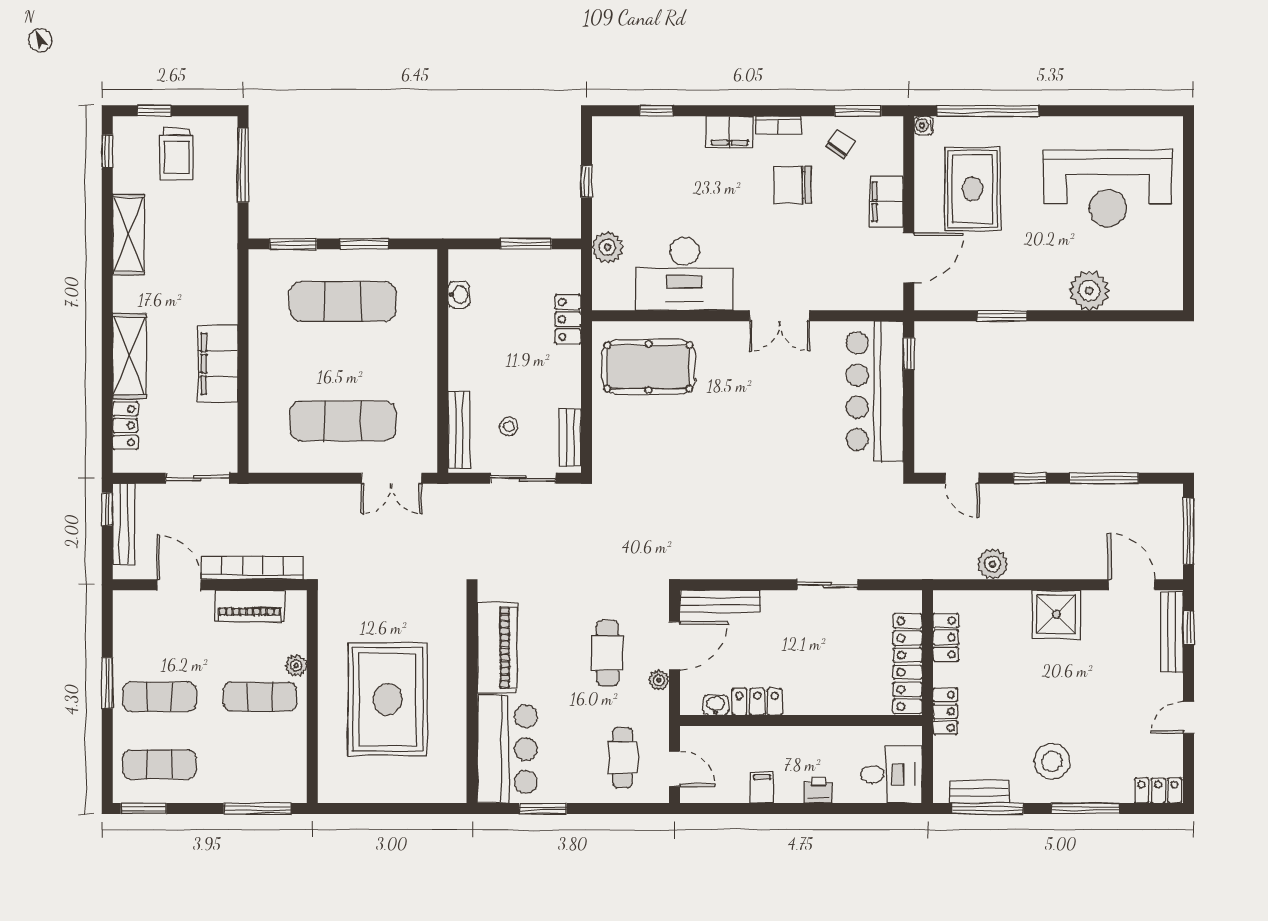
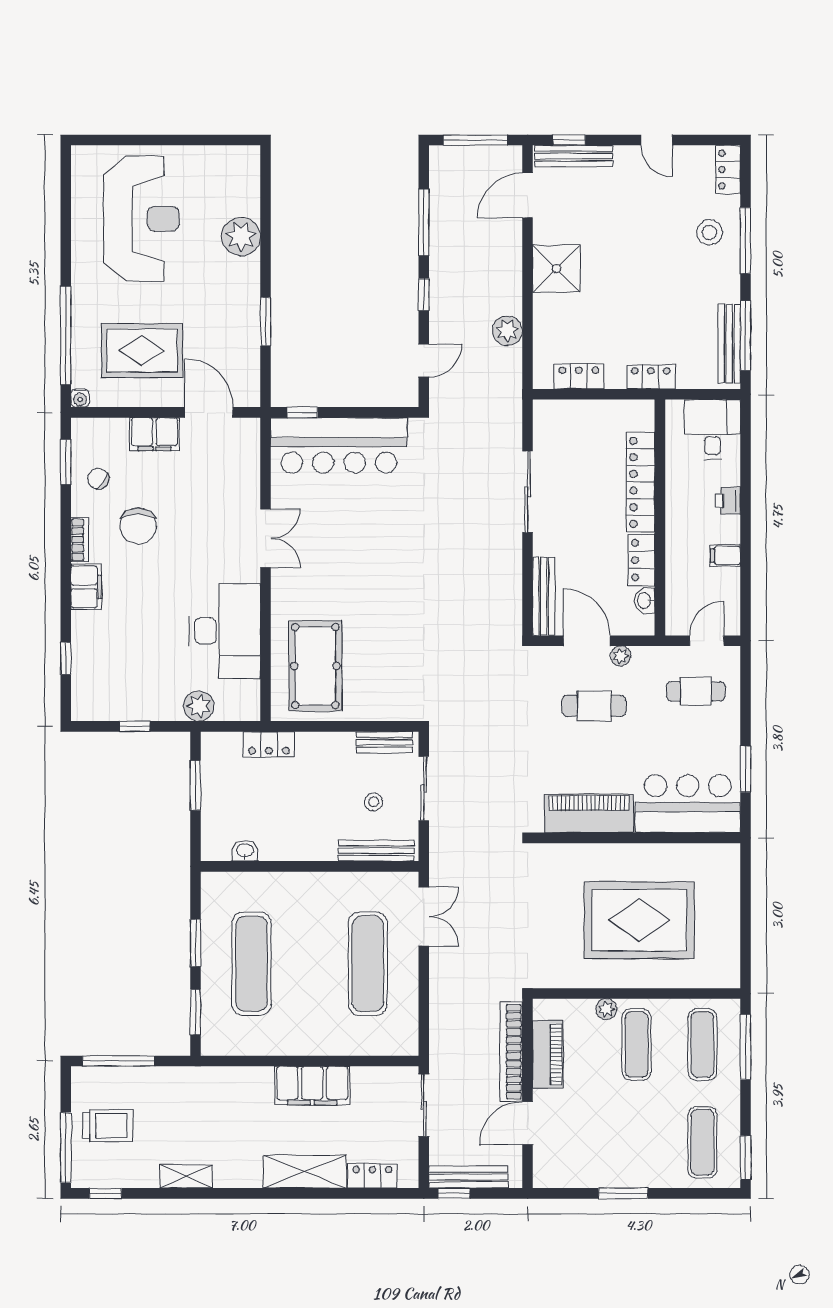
window: (154, 111) -> (66, 1148), width x2.17
shelving: (129, 234) -> (186, 1176), width x0.67, depth x0.75
sliding door: (827, 585) -> (528, 492), width x1.37
locker: (908, 664) -> (641, 482), moved, turned 90
exercise mat: (159, 697) -> (702, 1044), moved
stool: (1052, 761) -> (709, 232), moved, width x0.73, depth x0.73
bench: (979, 792) -> (729, 344), width x1.36

